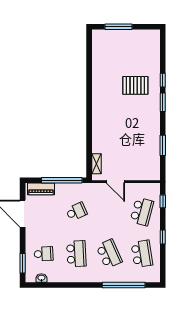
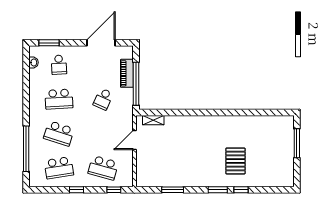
piano: (41, 189) -> (127, 73), moved
school desk: (76, 212) -> (103, 99), turned 48
school desk: (109, 254) -> (59, 133), turned 42

